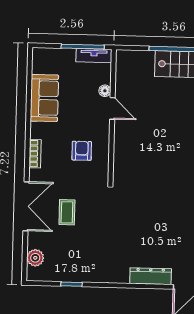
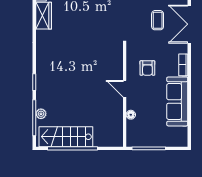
tv unit: (94, 56) -> (140, 142), removed
sofa: (44, 98) -> (177, 101), width x1.36
door: (112, 108) -> (125, 89), moved

